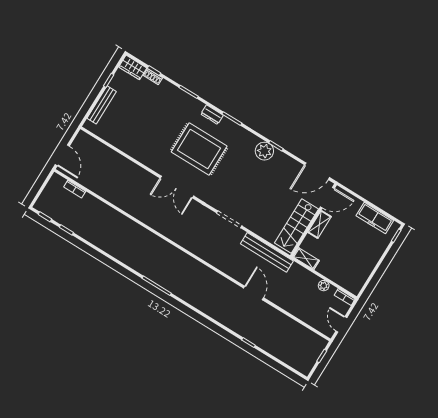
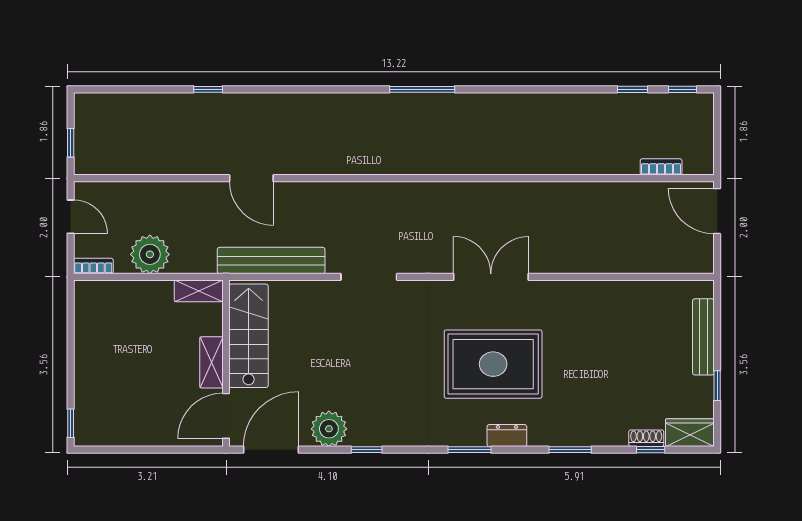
plant: (264, 151) -> (329, 429), moved
freezer: (375, 218) -> (125, 431), removed
plant: (324, 286) -> (150, 254), width x1.88, depth x1.88

